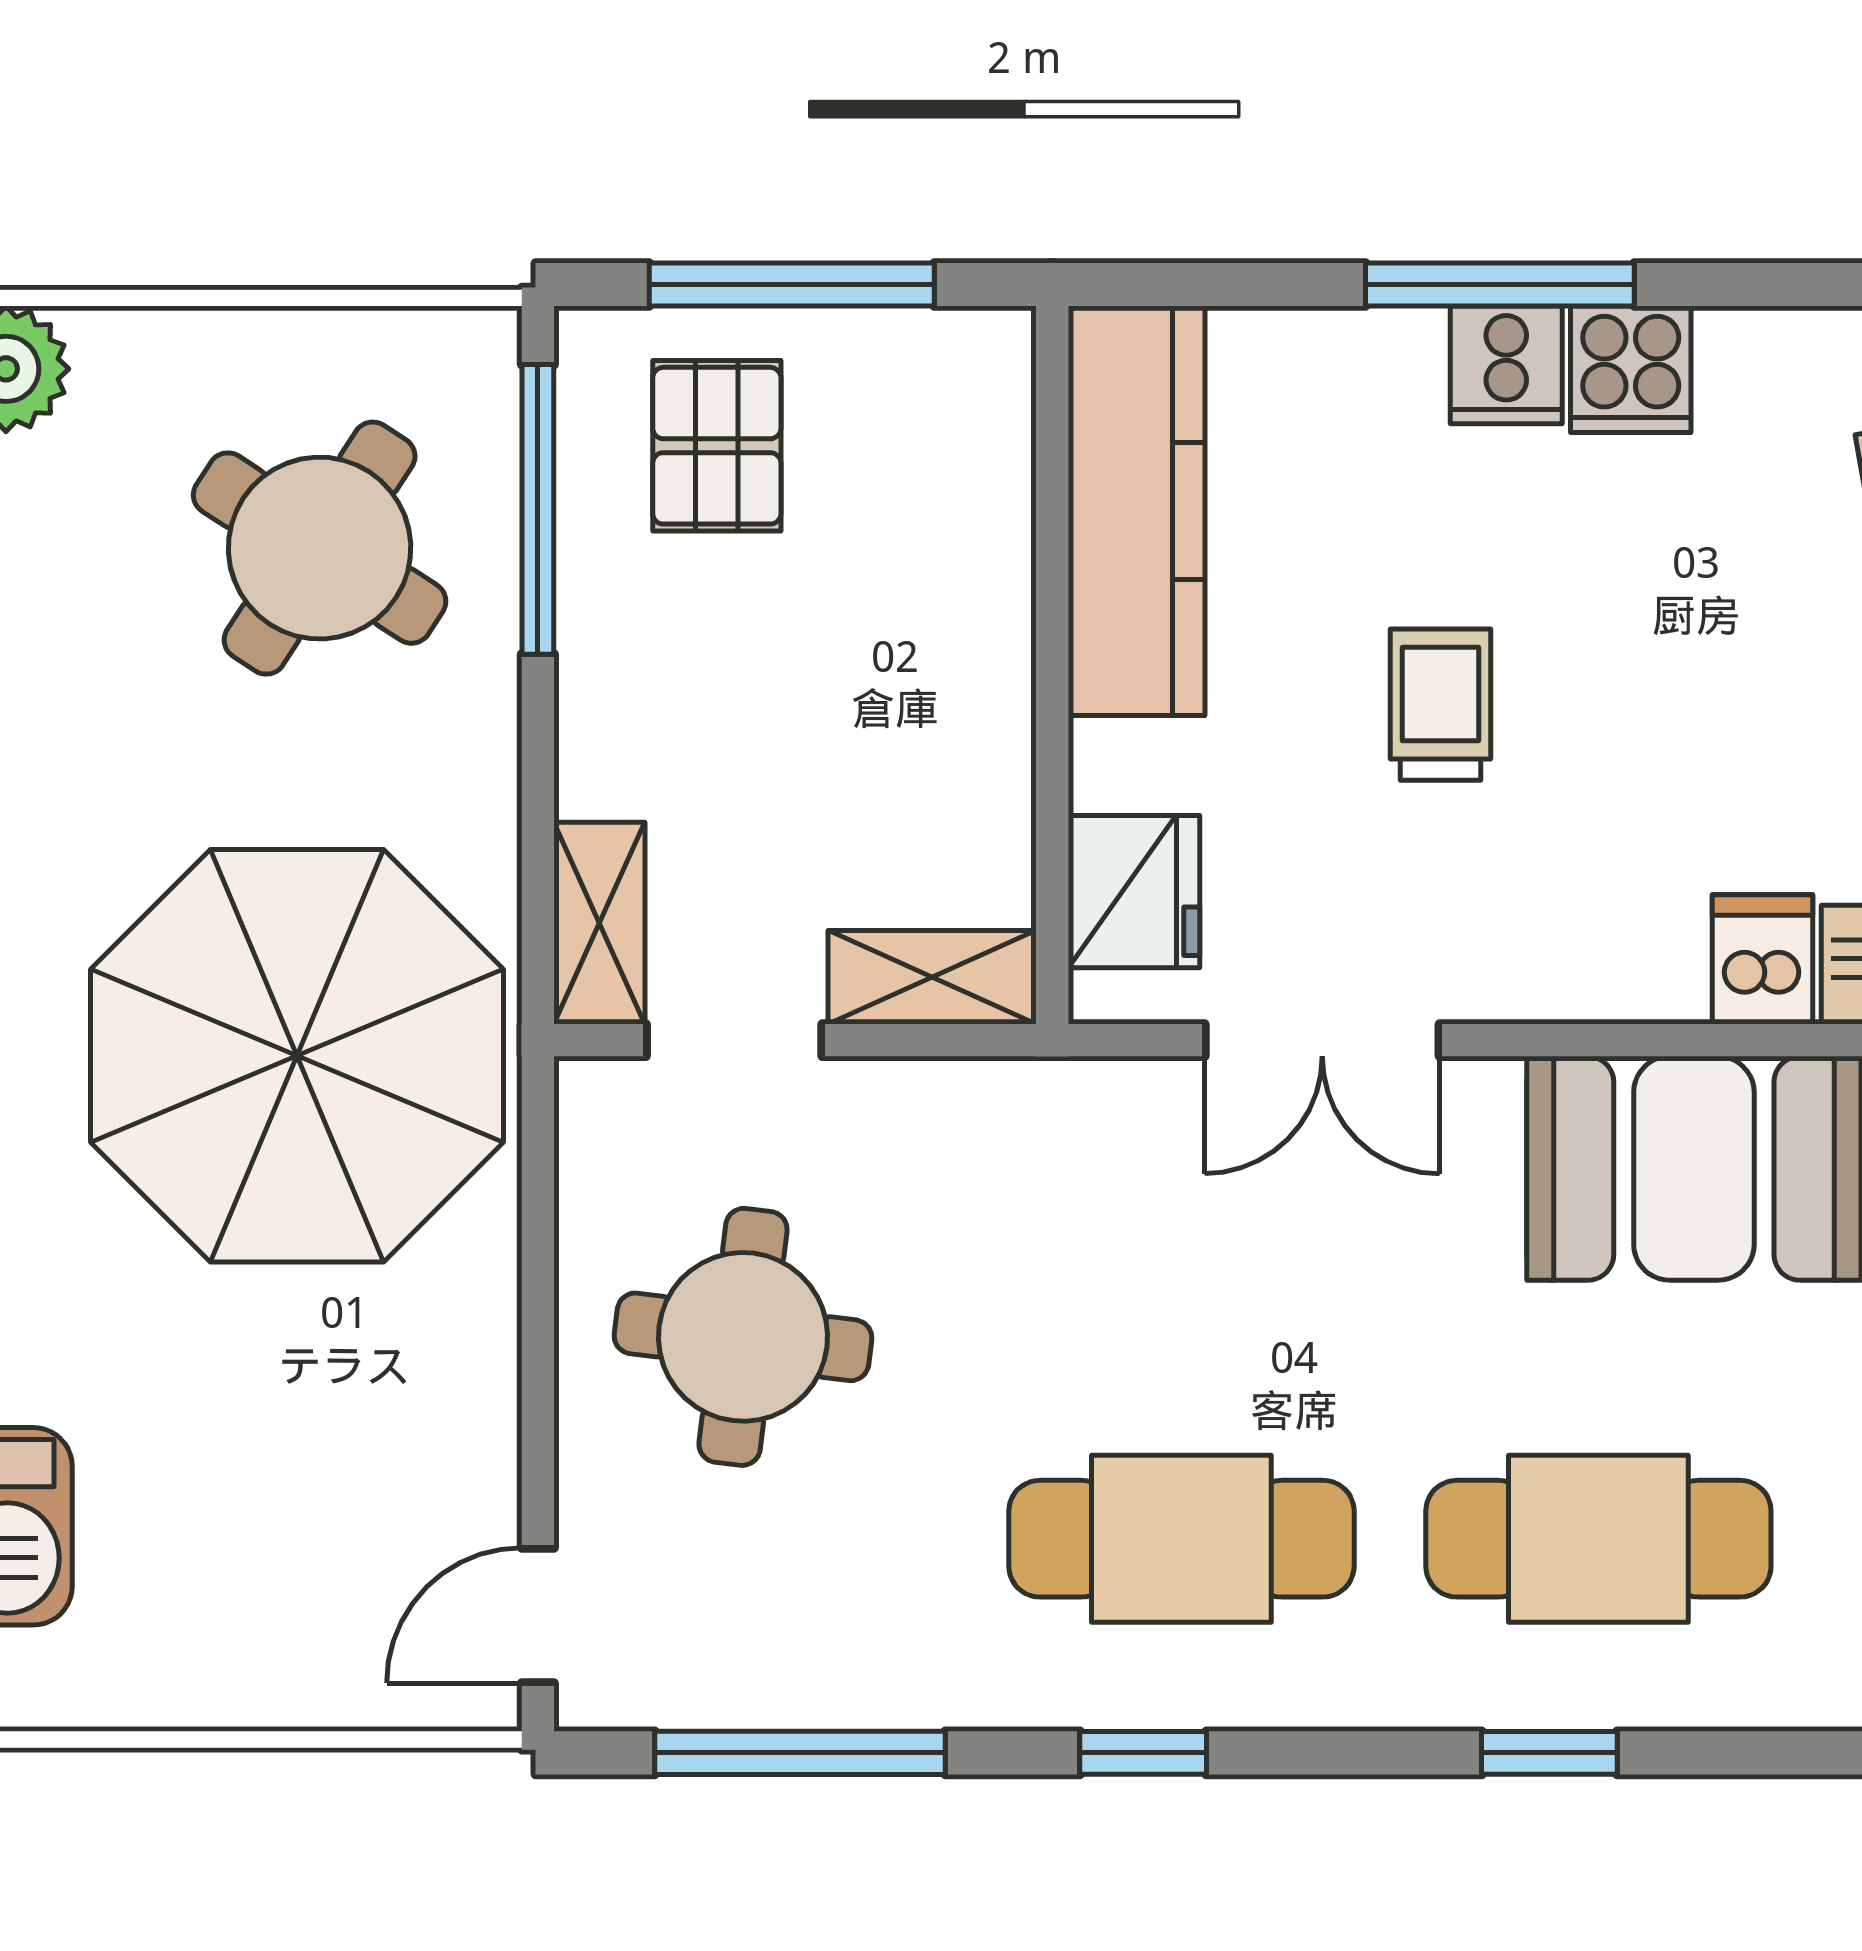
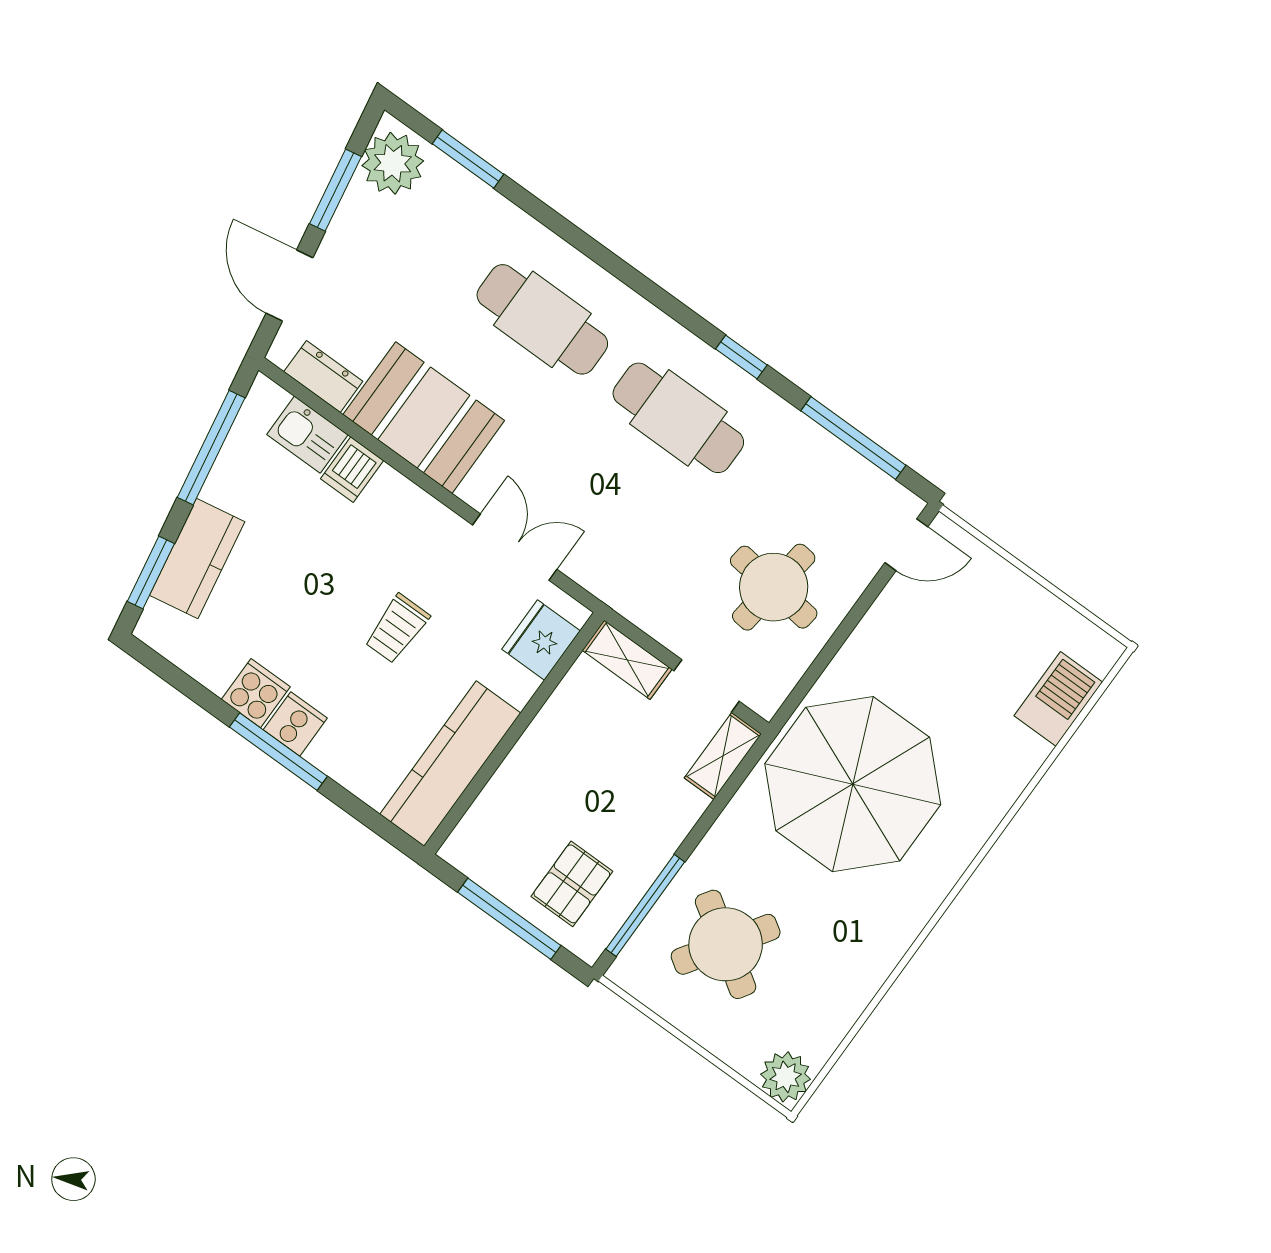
window: (1549, 1753) -> (609, 261), removed

